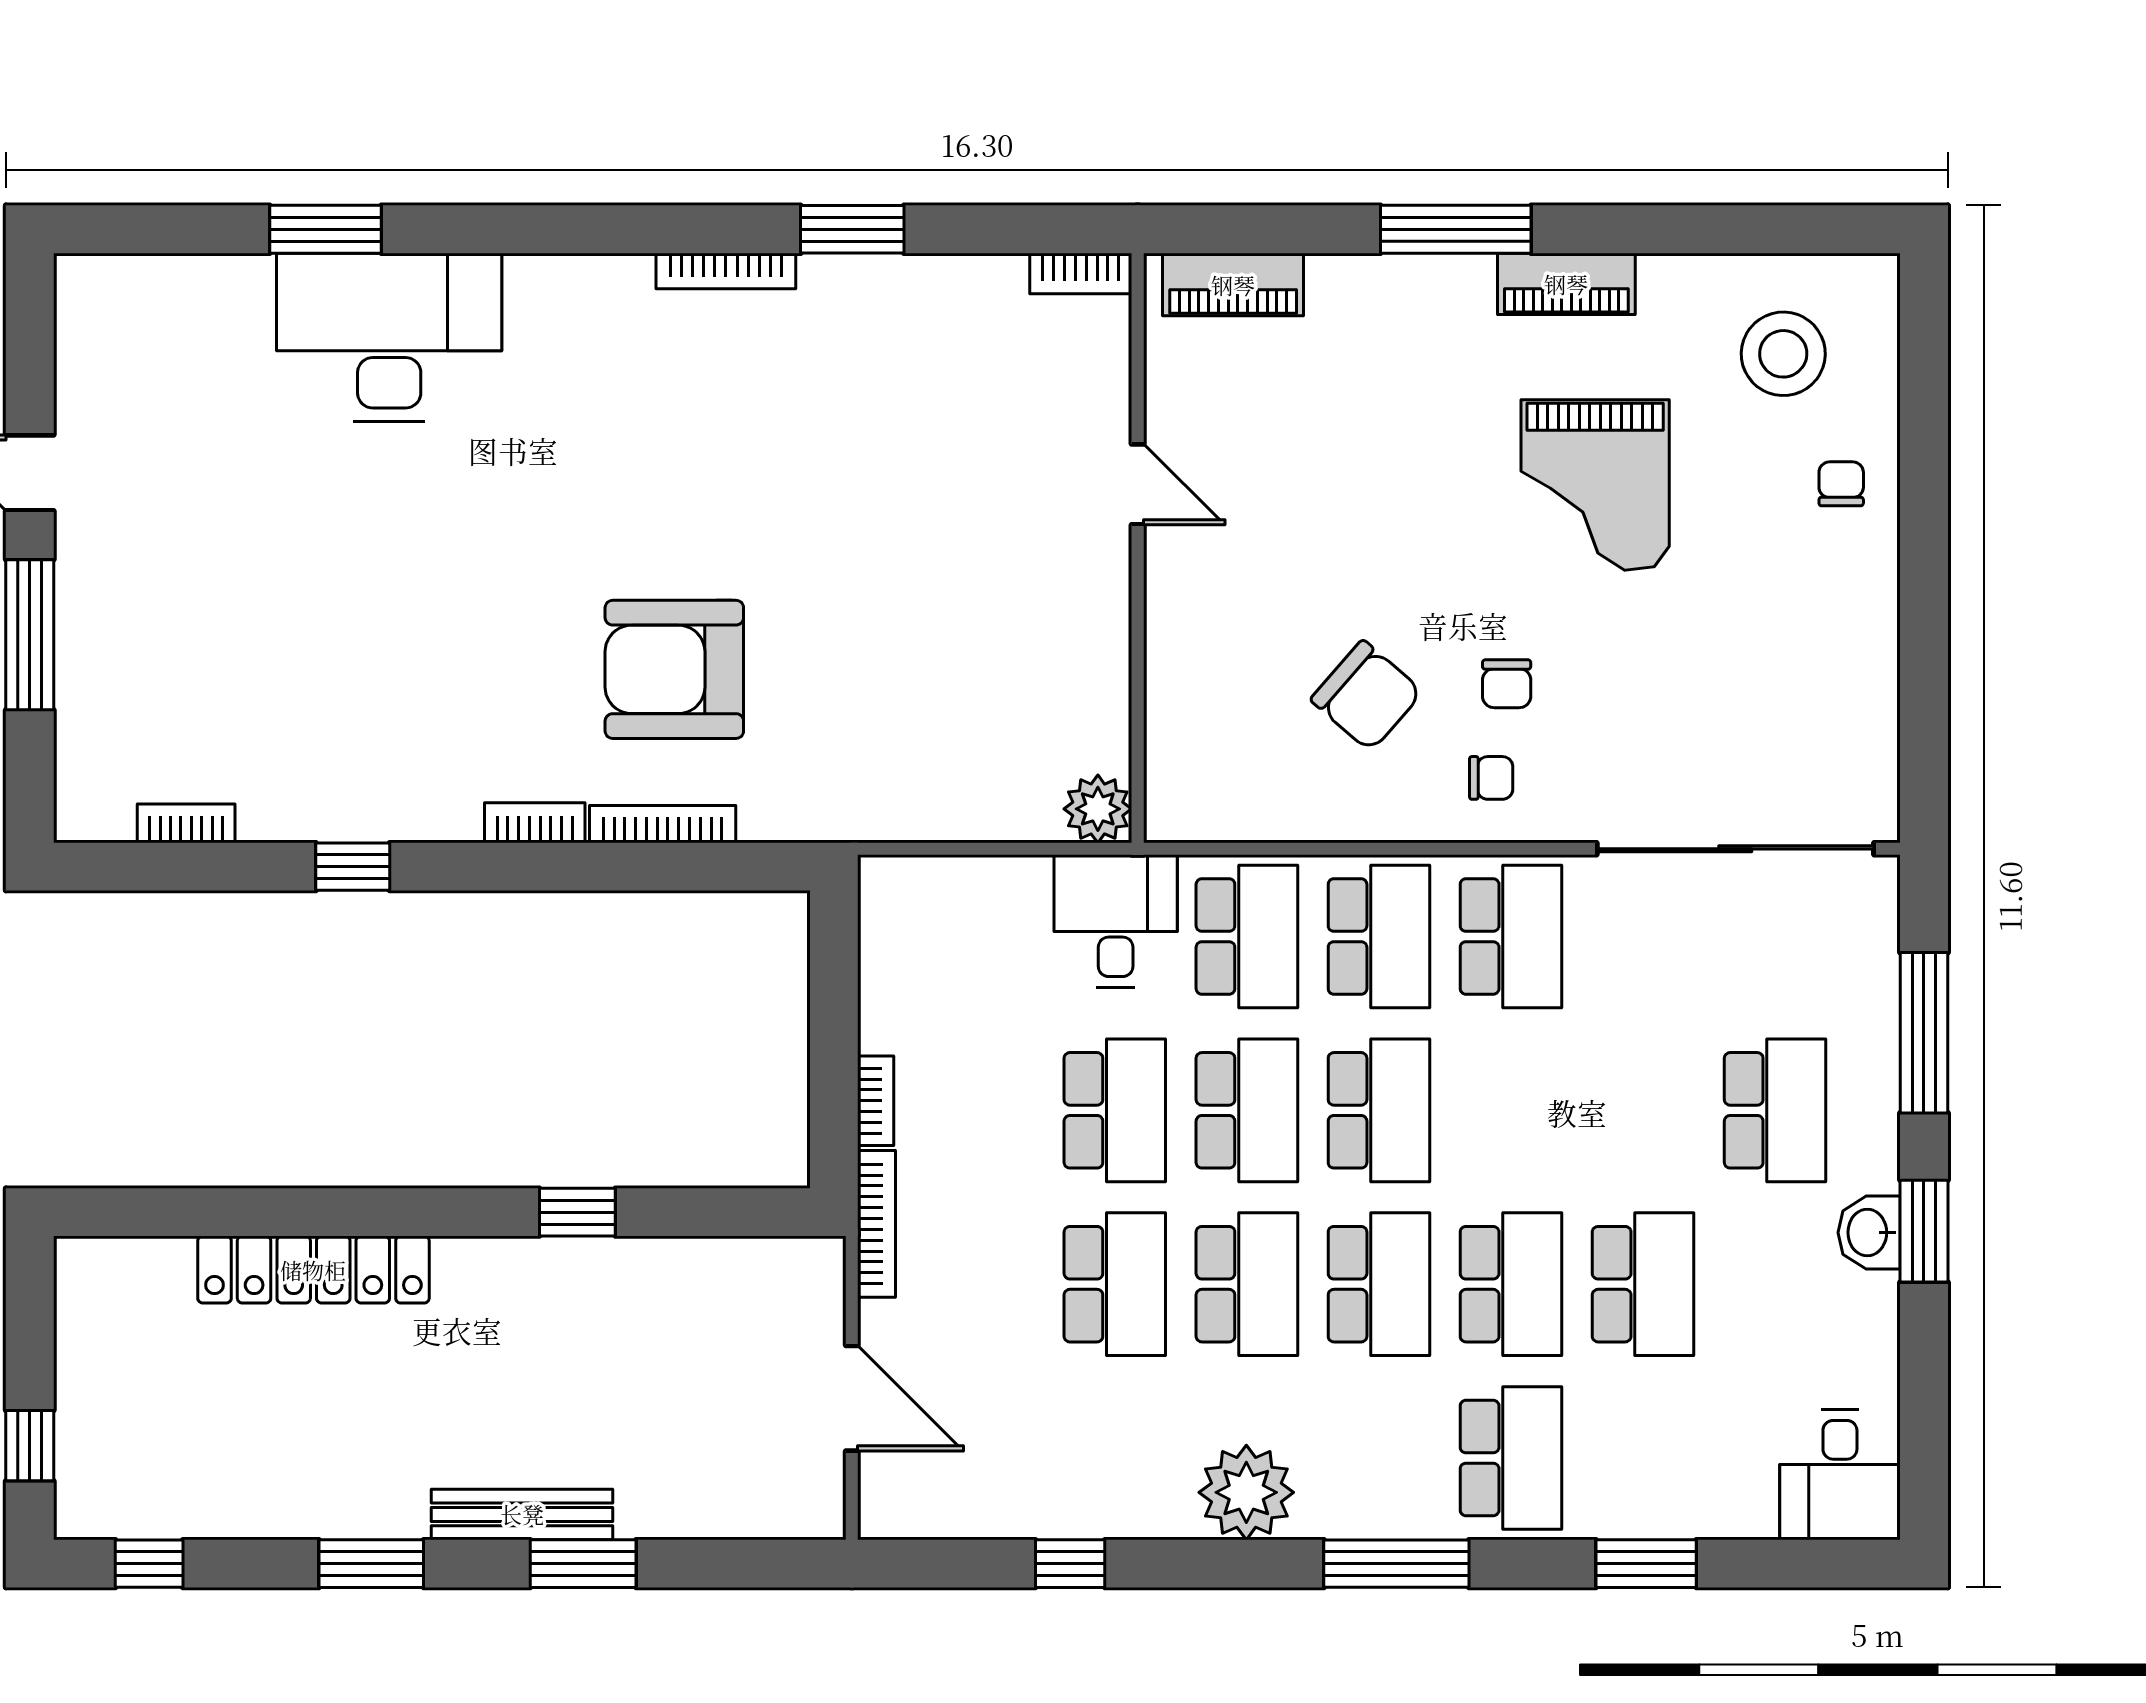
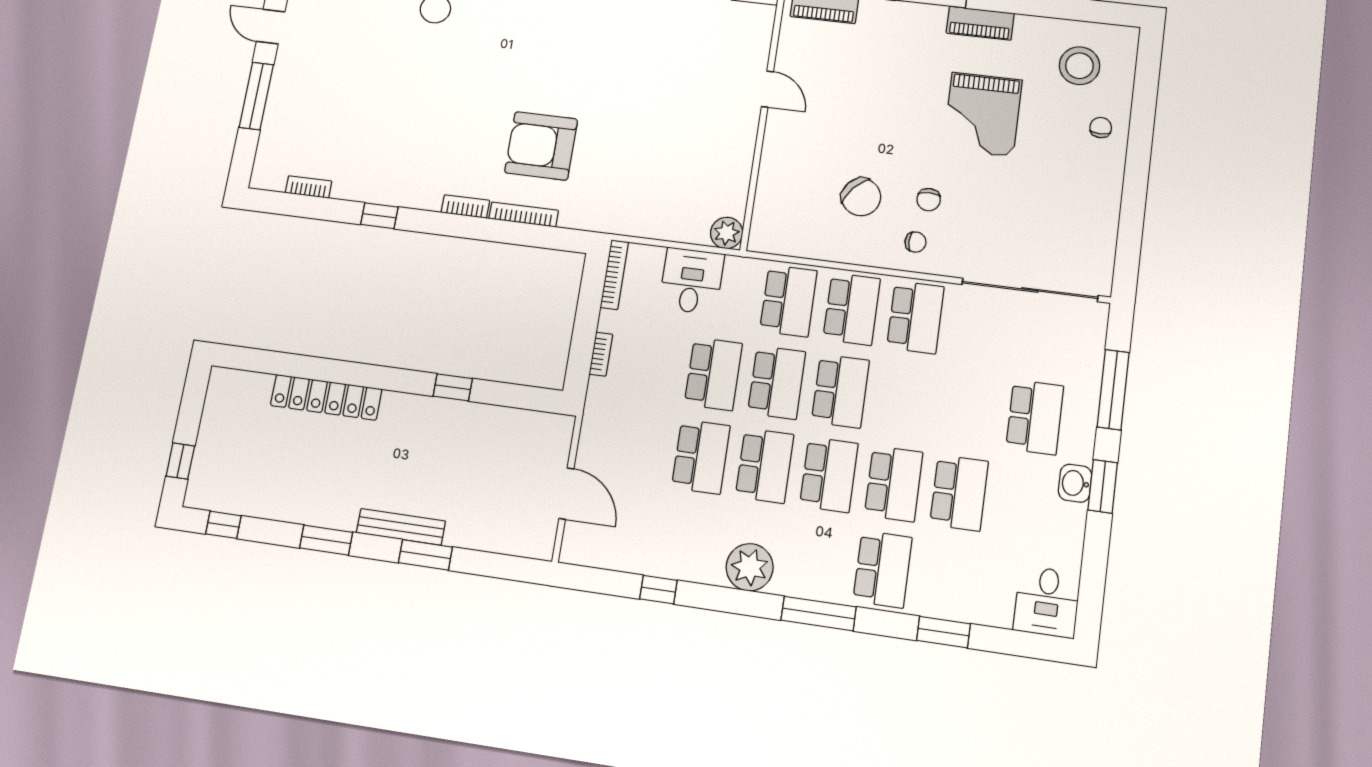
desk: (1116, 921) -> (692, 281), moved
bookcase: (877, 1224) -> (614, 275), moved

